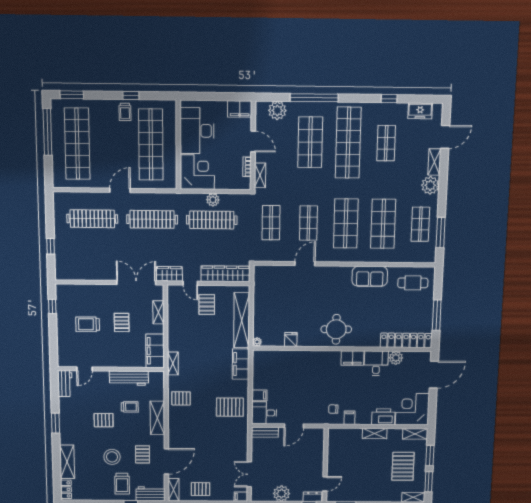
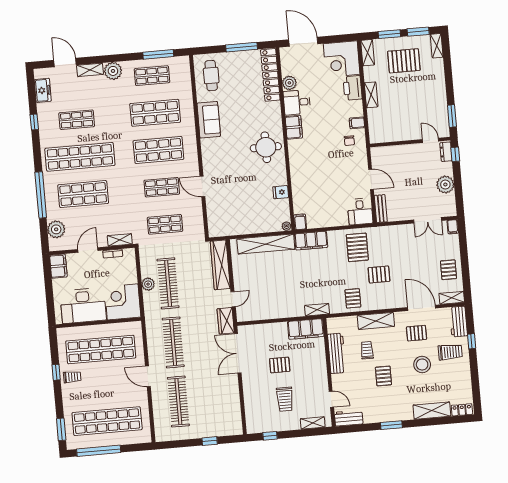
pallet: (207, 304) -> (379, 274), moved
shelving: (158, 312) -> (313, 423), moved
filing cabinet: (259, 395) -> (300, 222), moved

